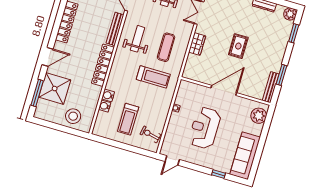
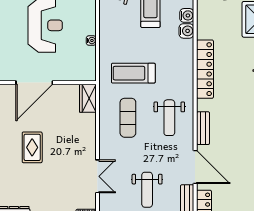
bench: (115, 29) -> (203, 128), width x0.73
wardrobe: (197, 44) -> (88, 98), moved

